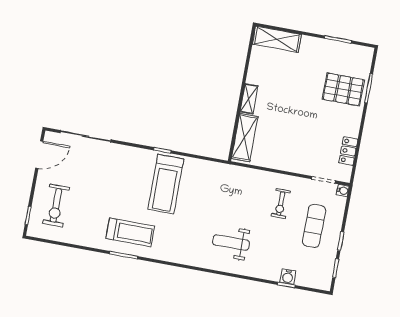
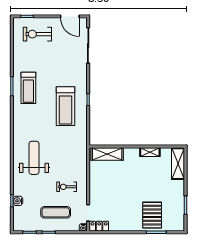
shelving: (249, 99) -> (150, 152), moved
locker: (348, 151) -> (99, 226), moved
treadmill: (166, 184) -> (66, 106), turned -90
weight bench: (231, 242) -> (34, 158), width x1.36, depth x1.33

